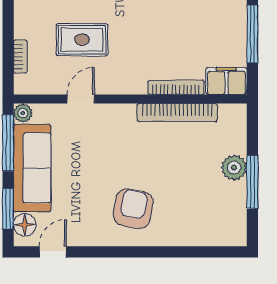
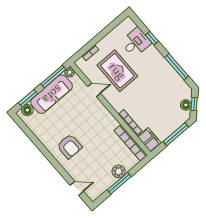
rug: (82, 40) -> (117, 71), width x1.36, depth x1.43
bookcase: (177, 112) -> (131, 143), moved
armchair: (133, 209) -> (69, 146), turned 80
door: (53, 252) -> (77, 188), moved

